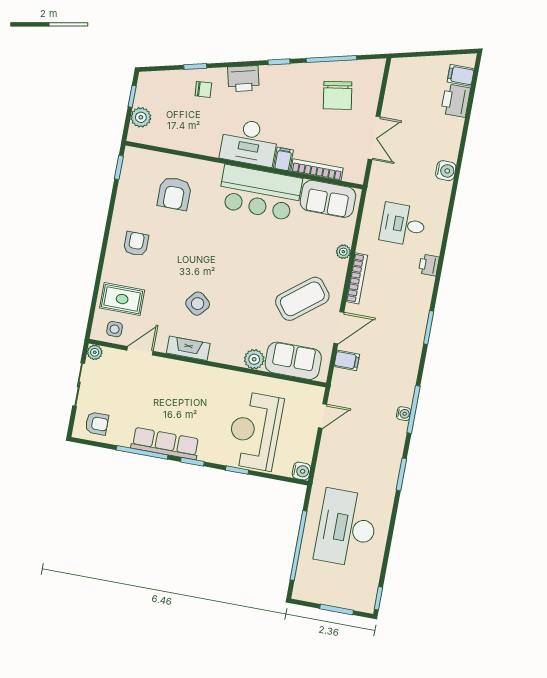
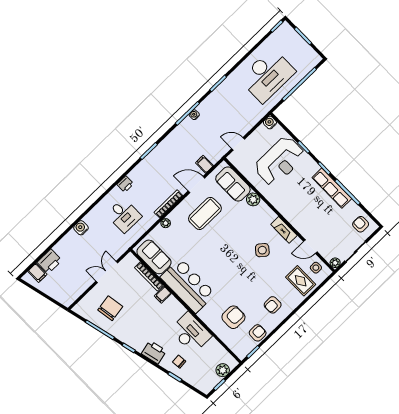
desk: (249, 142) -> (191, 333), moved
armchair: (130, 195) -> (258, 333), added
coffee table: (302, 299) -> (205, 213), turned -52

